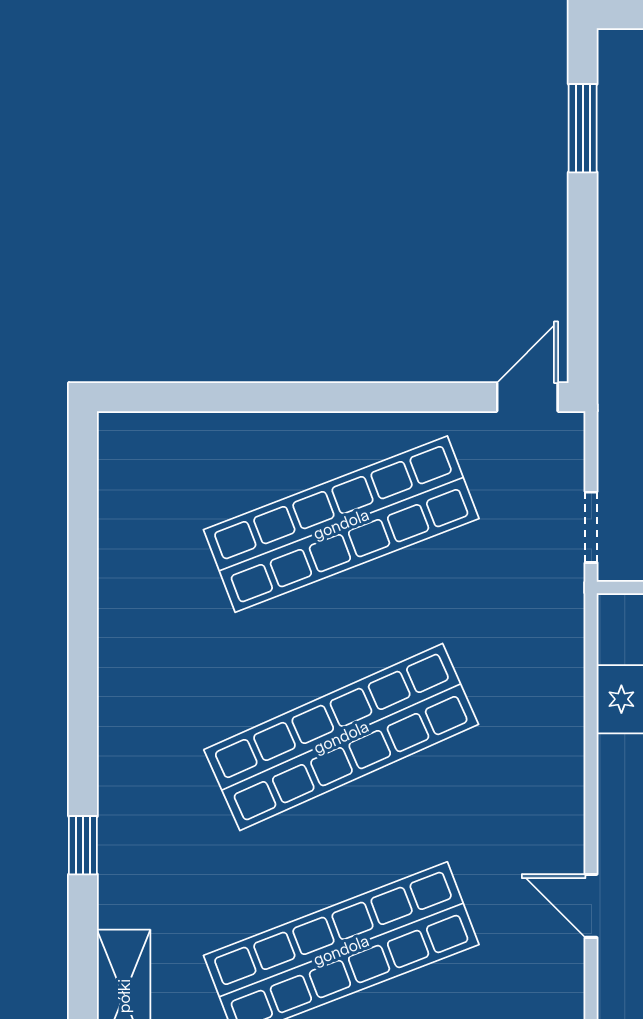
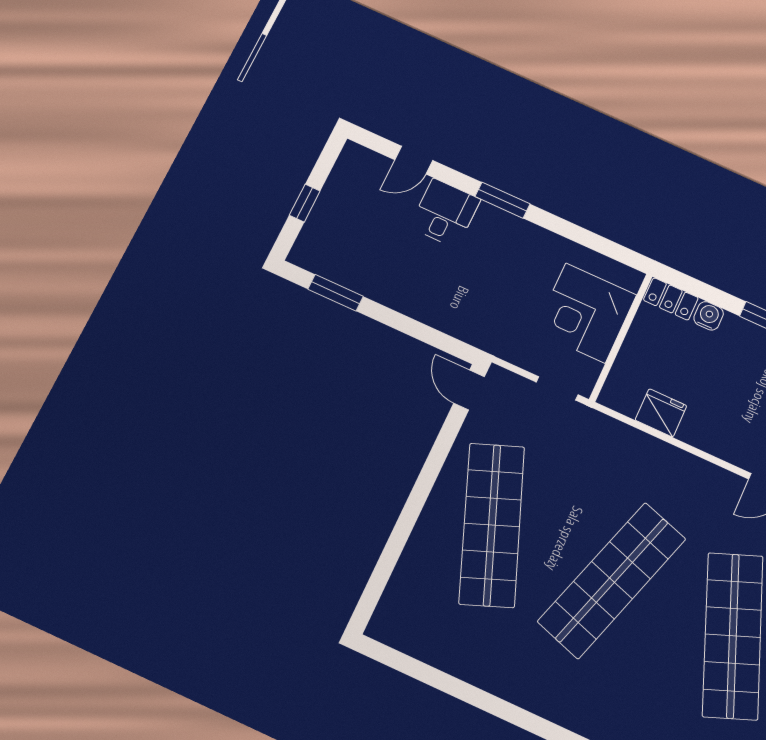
shop shelf: (341, 737) -> (612, 580), turned 42

